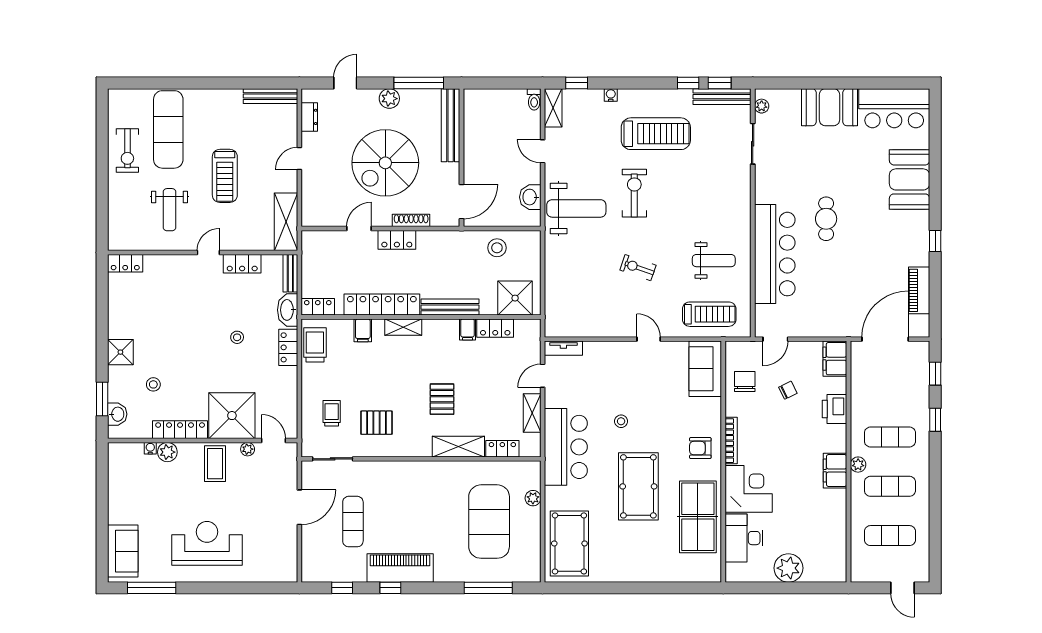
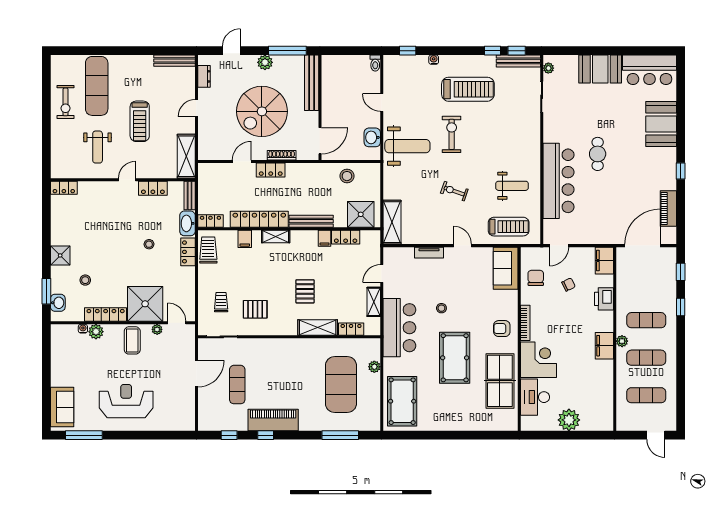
shelving: (553, 108) -> (392, 222), moved, width x1.50, depth x1.33
tv unit: (563, 348) -> (429, 253), moved

